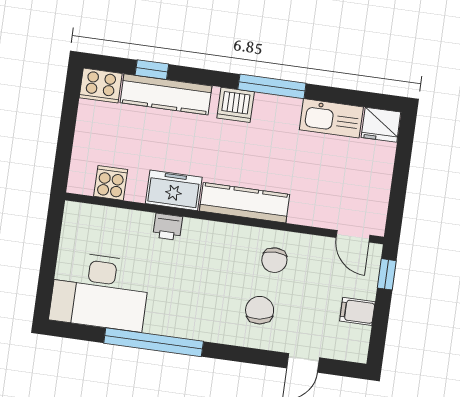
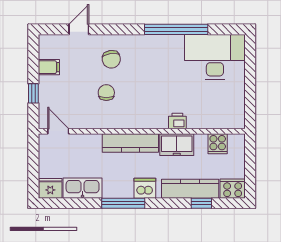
cooker: (111, 183) -> (218, 144), moved
freezer: (174, 190) -> (177, 145), moved
kitchen counter: (245, 203) -> (130, 143), moved
wall: (225, 218) -> (142, 131), moved
printer: (168, 227) -> (177, 121), moved
door: (353, 236) -> (58, 131), moved

